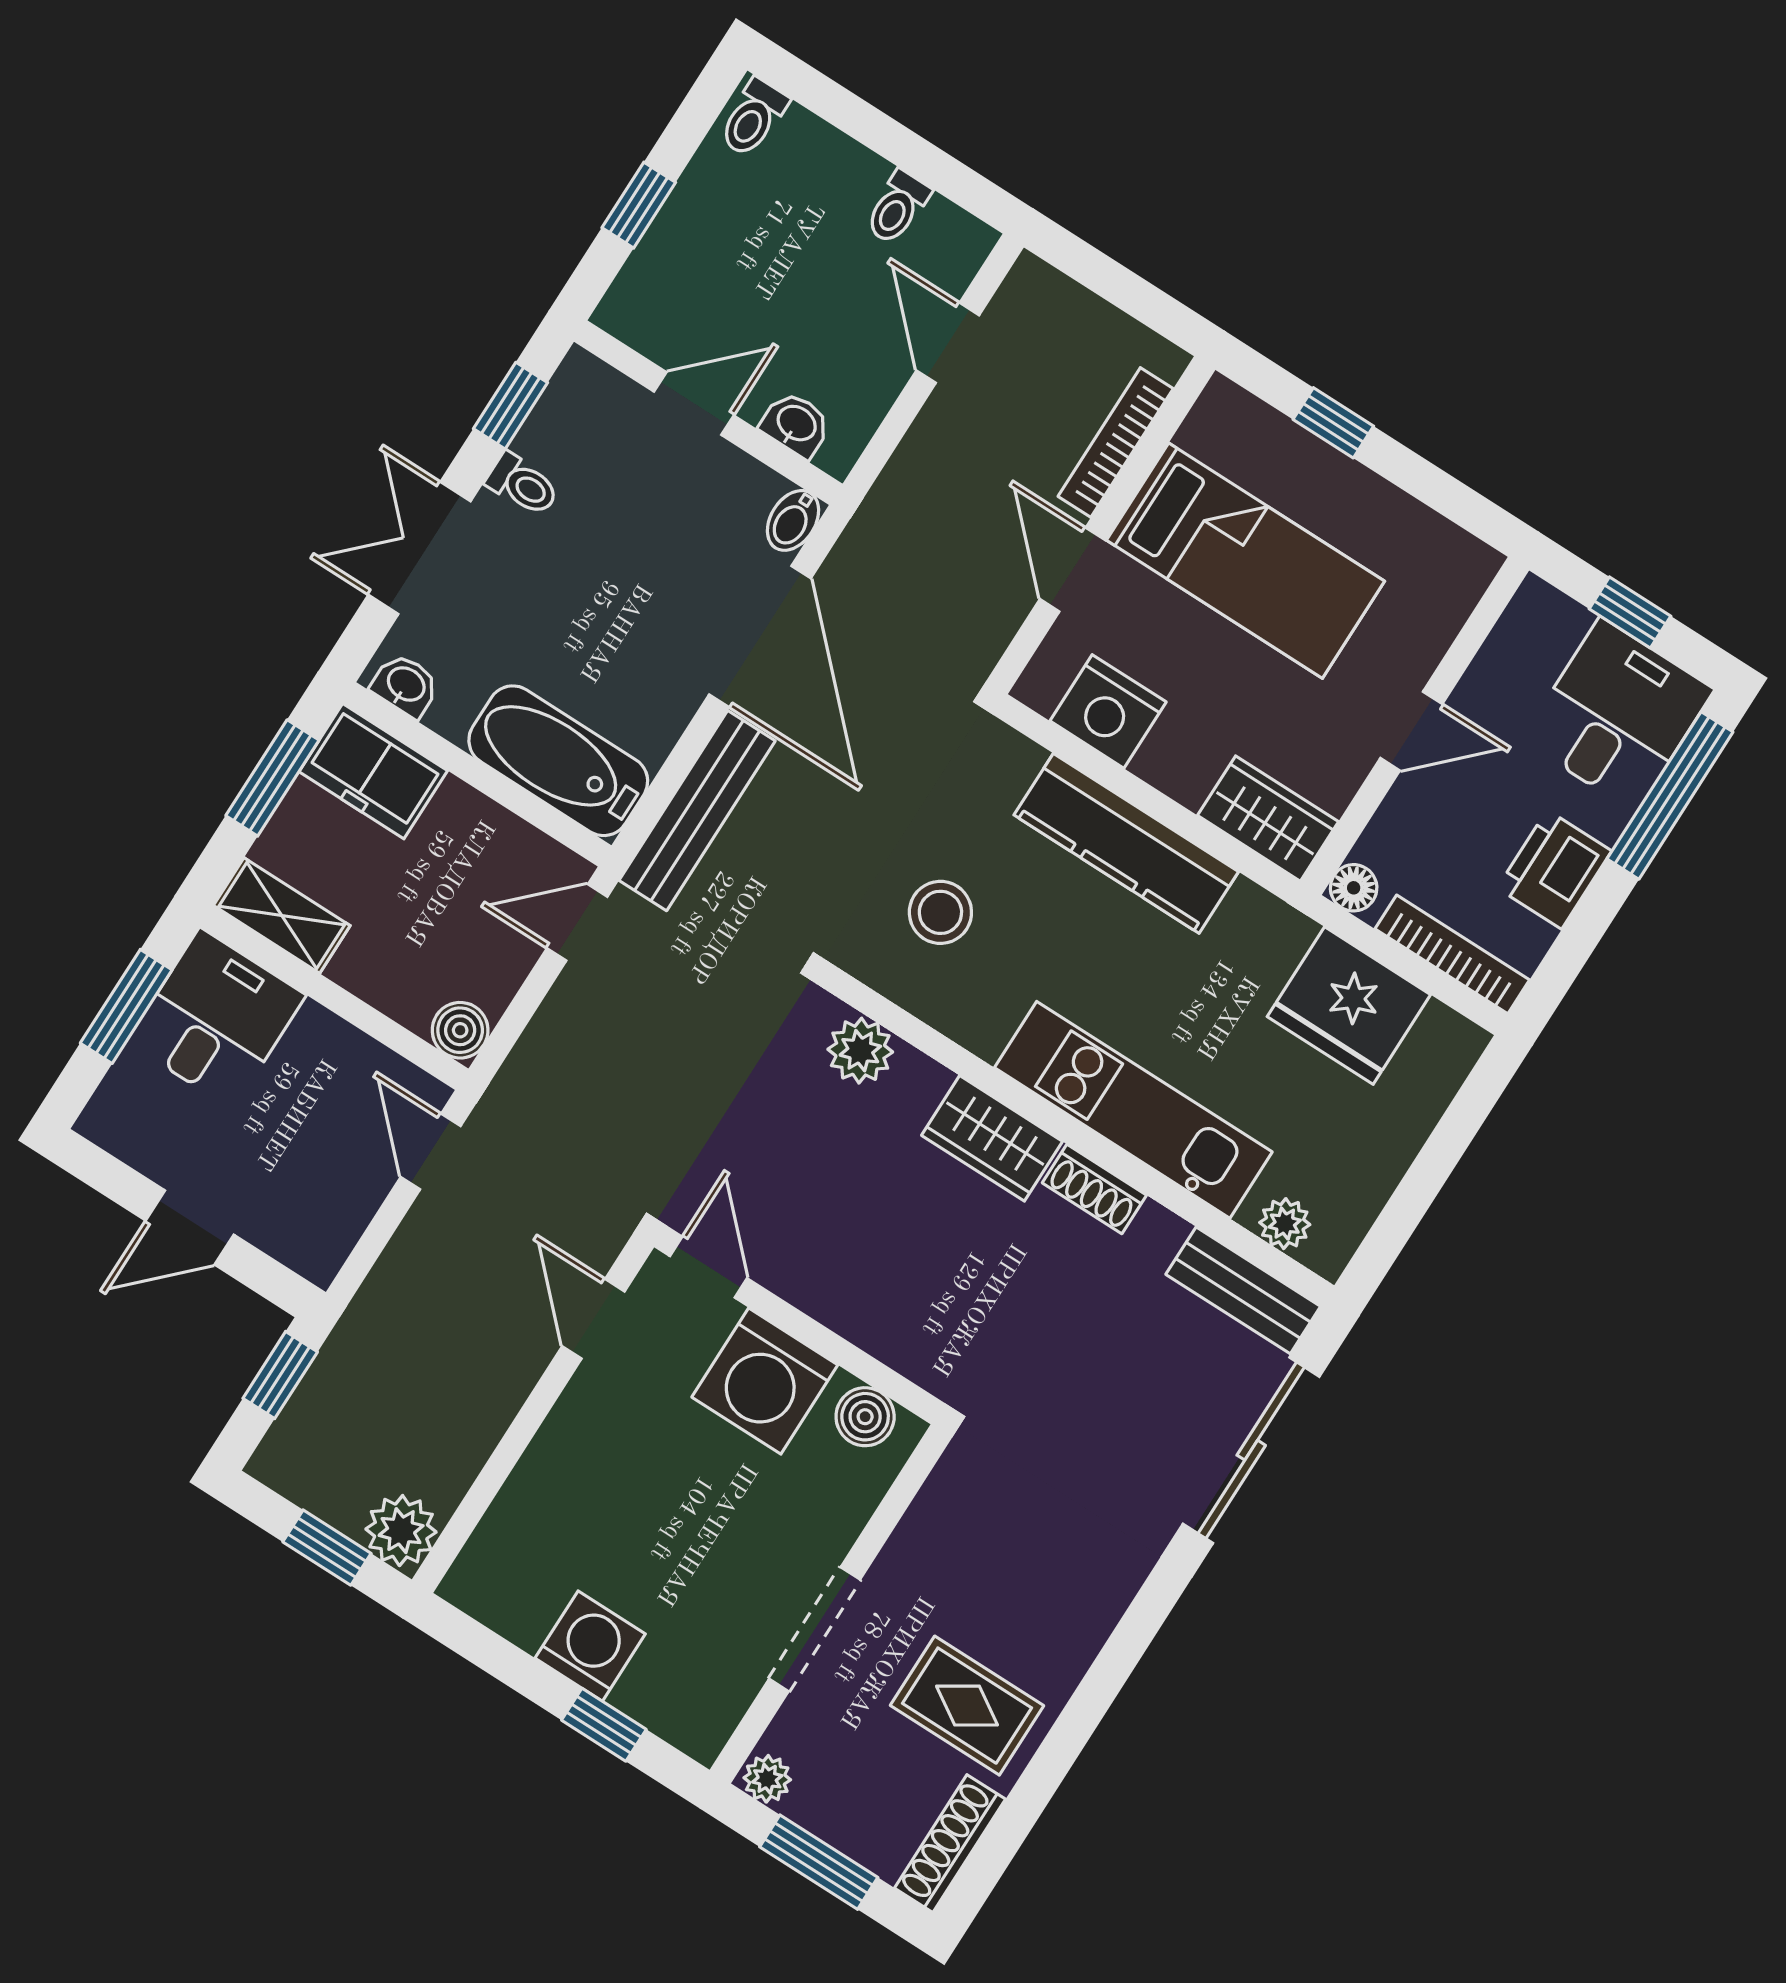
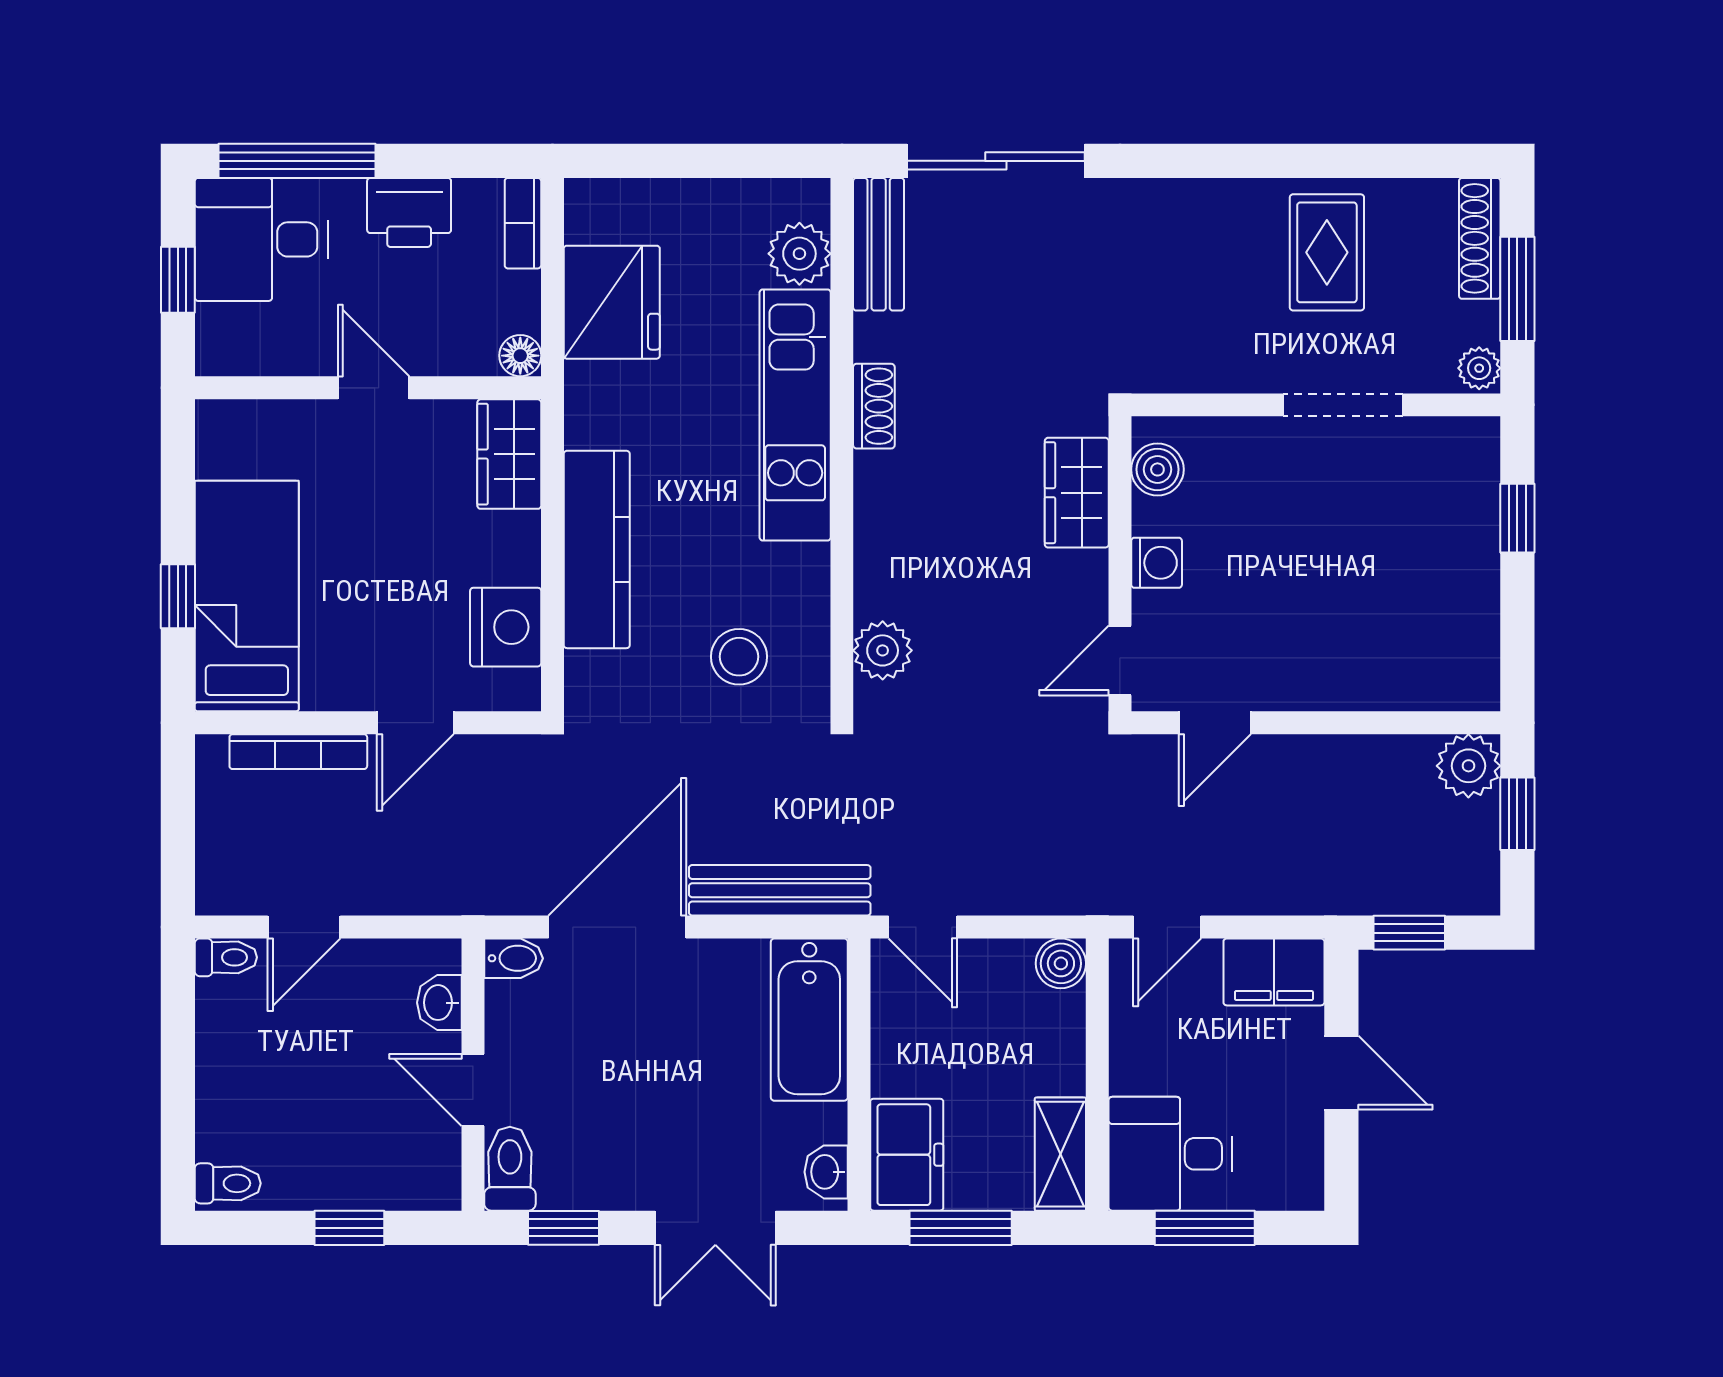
toilet: (897, 207) -> (226, 957), moved
toilet: (523, 485) -> (510, 1169), moved, width x1.37, depth x1.39
bed: (1245, 561) -> (247, 596), moved
bookcase: (1452, 954) -> (523, 223), width x0.64
wardrobe: (992, 1138) -> (1077, 493), moved, turned 180
plant: (1285, 1224) -> (799, 254), width x1.38, depth x1.38
filing cabinet: (324, 1225) -> (1274, 972), added
washing machine: (765, 1381) -> (1157, 563), width x0.53, depth x0.53
washing machine: (590, 1646) -> (1464, 567), removed
shoe rack: (950, 1844) -> (1480, 238), moved, turned 90

